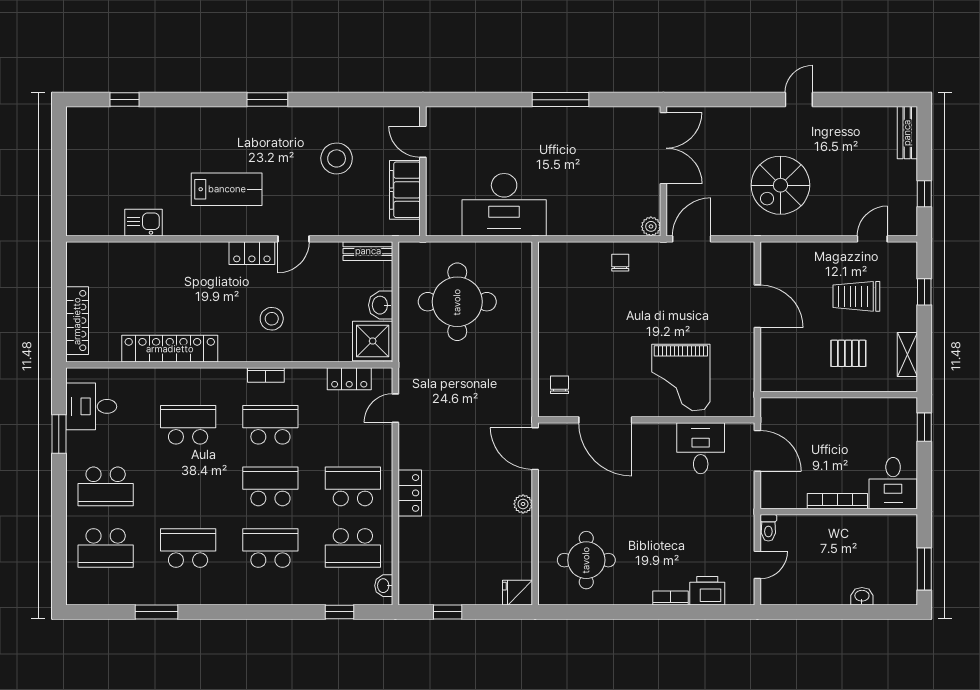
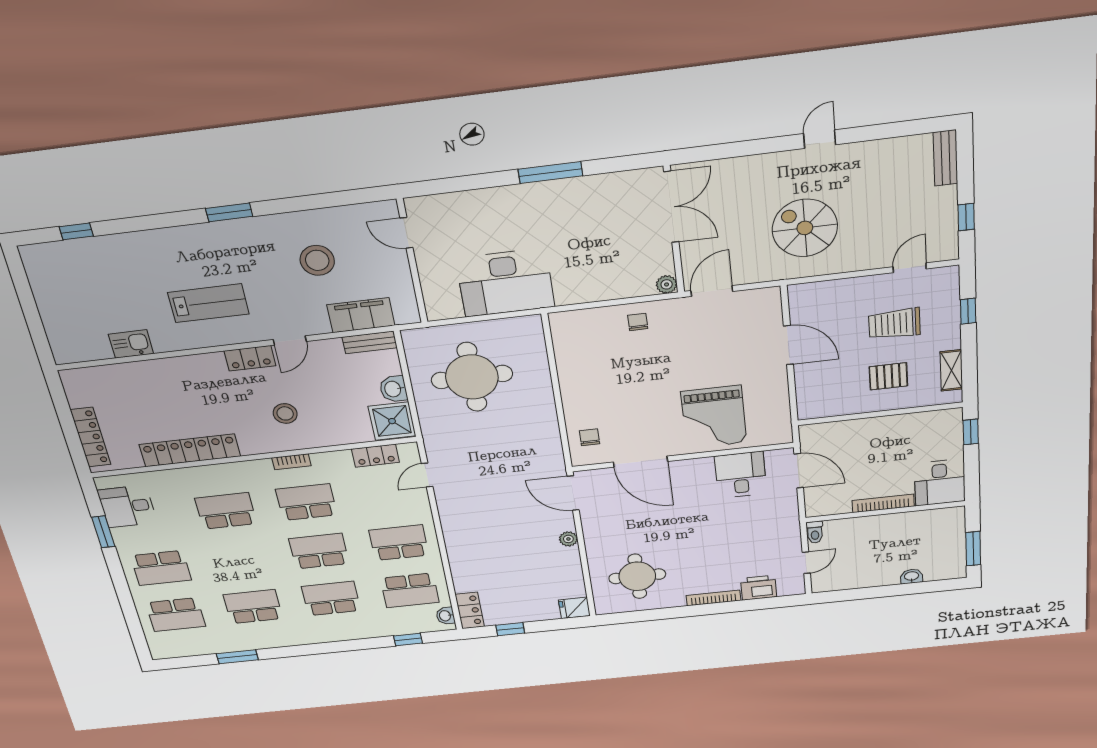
spiral stairs: (780, 185) -> (805, 228), turned 90
filing cabinet: (405, 190) -> (361, 315), moved, turned 90
locker: (410, 493) -> (470, 610), moved
bookcase: (670, 598) -> (713, 598), width x1.56

